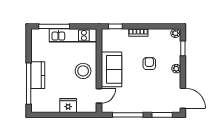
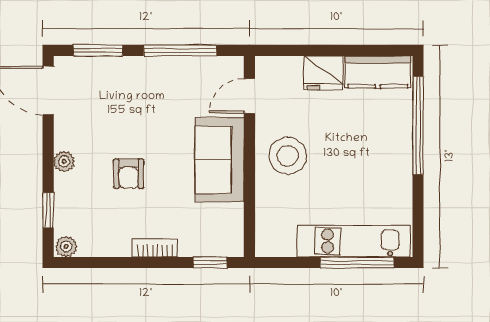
kitchen unit: (73, 35) -> (354, 241), moved
kitchen counter: (38, 75) -> (378, 72), moved, turned -90

